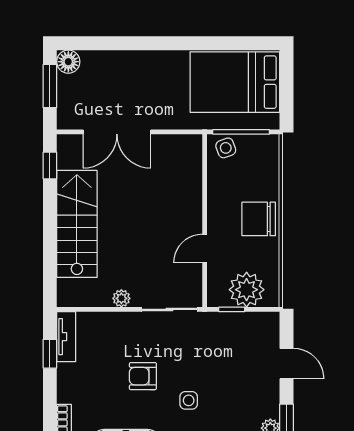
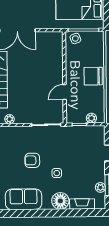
plant: (247, 290) -> (91, 118), width x0.53, depth x0.53
plant: (121, 298) -> (9, 119), moved

